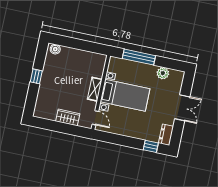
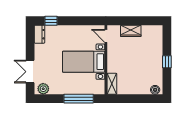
plant: (163, 73) -> (43, 89), moved
shelving: (95, 89) -> (112, 84), moved
double door: (182, 108) -> (30, 72), moved

